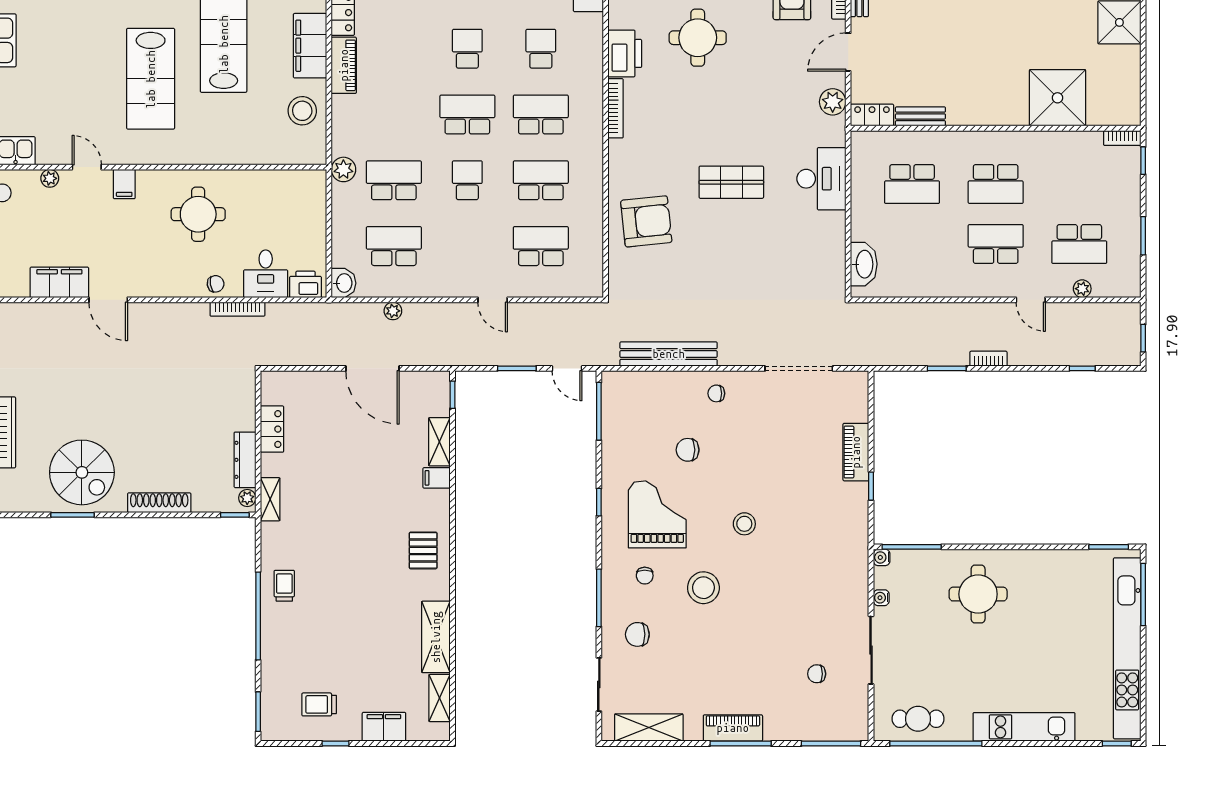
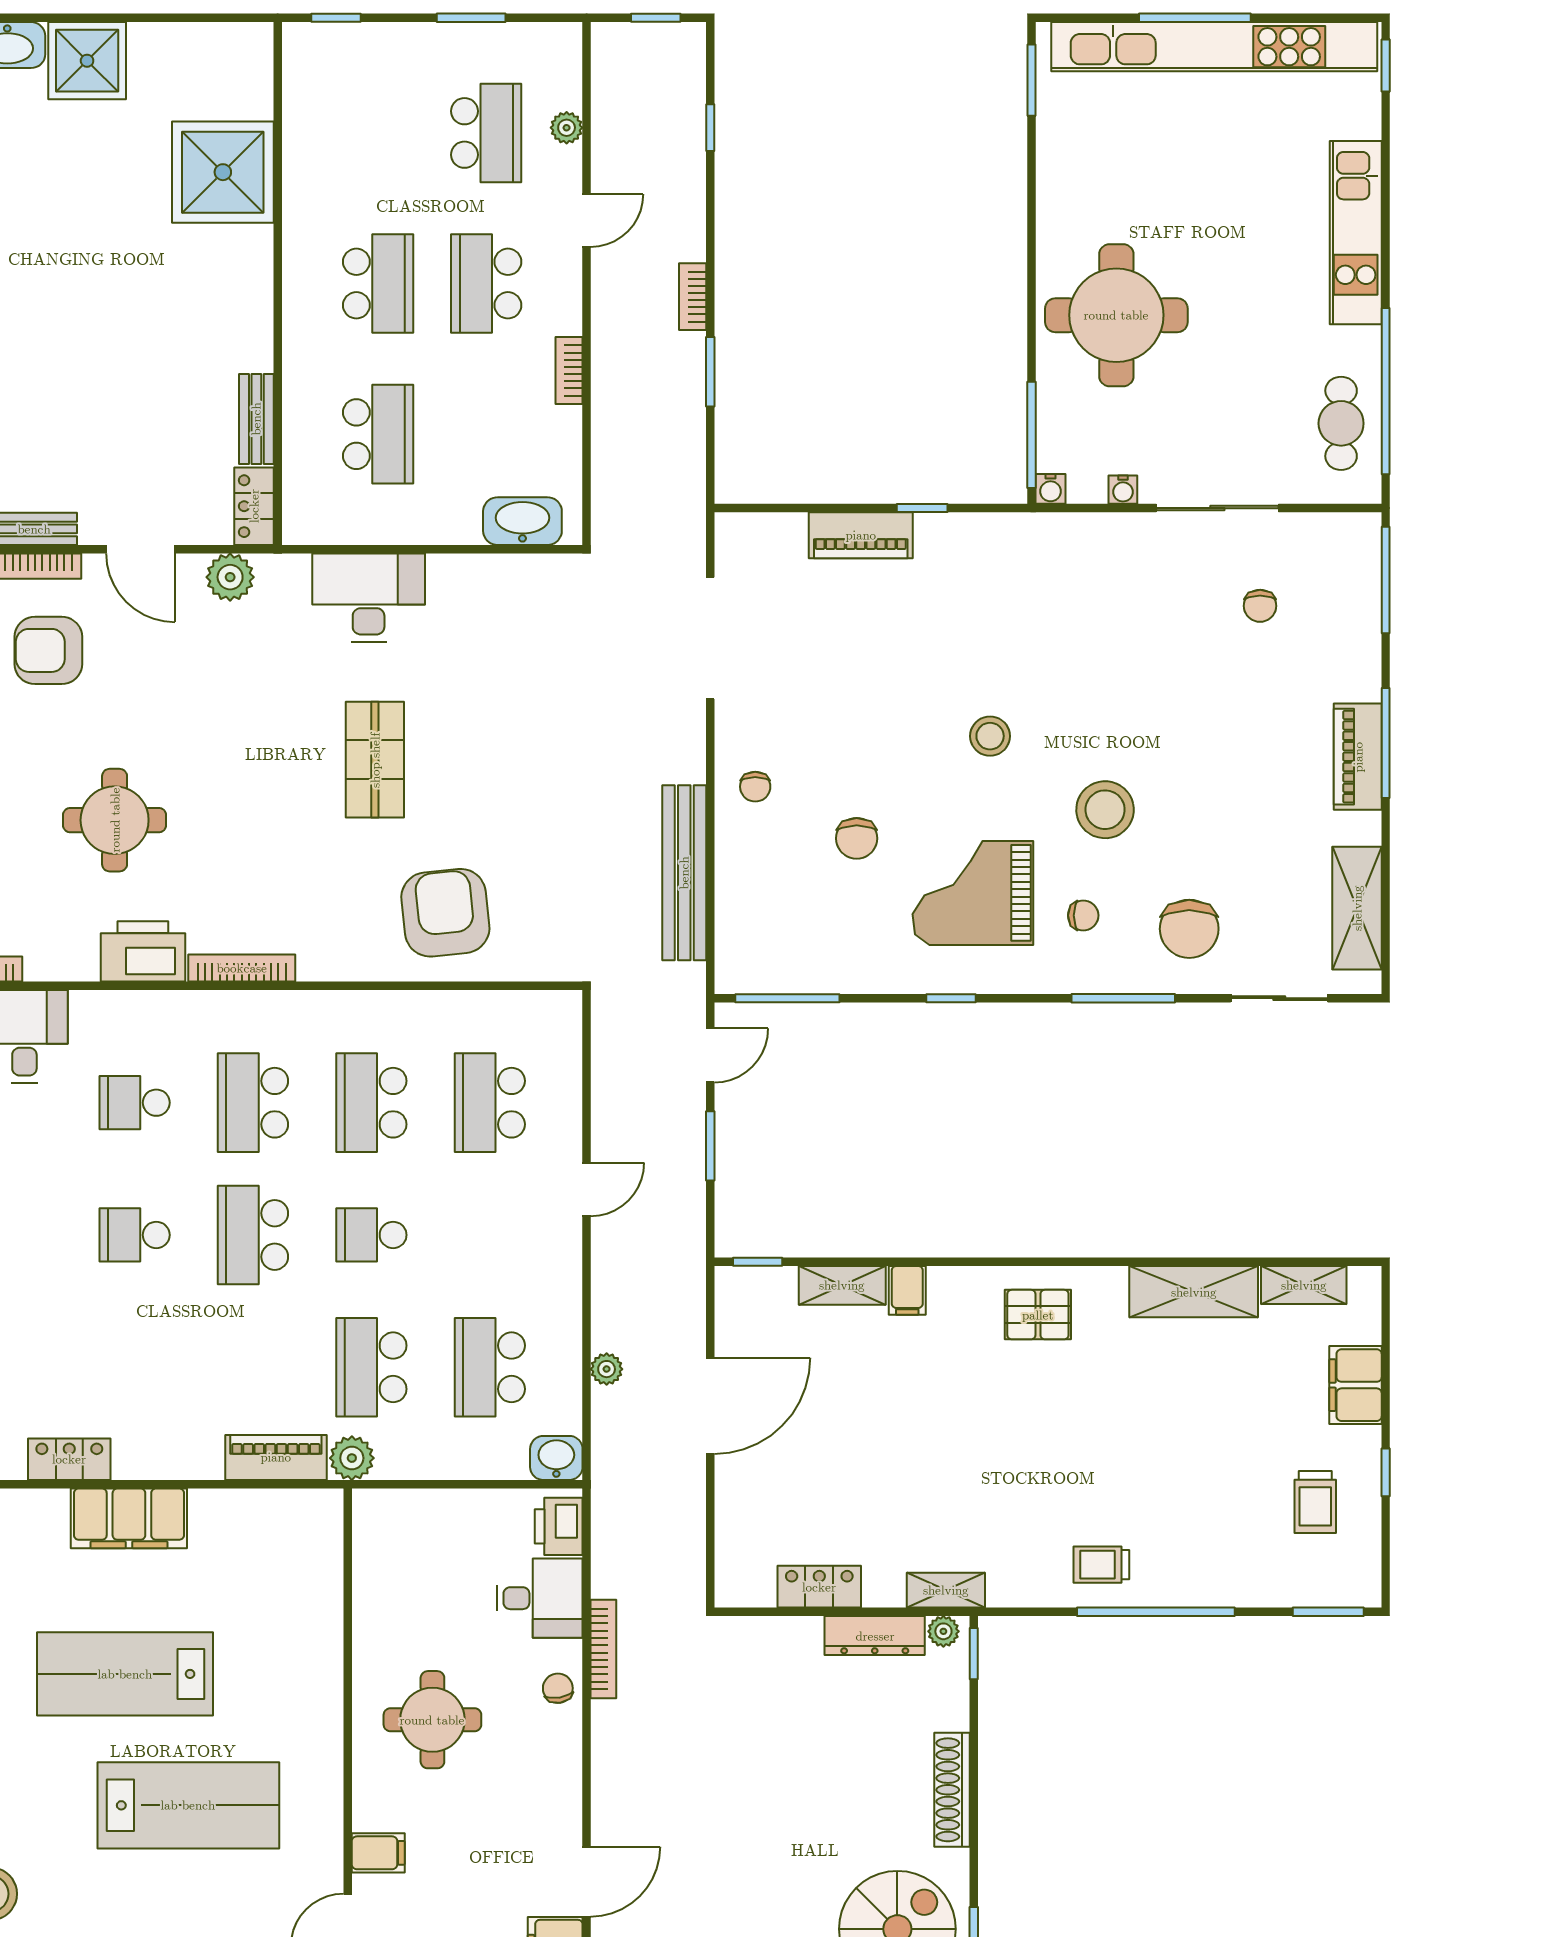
piano: (344, 65) -> (276, 1457), moved
stool: (302, 111) -> (246, 1532), removed
bookcase: (1122, 138) -> (569, 371), moved, turned 180
round table: (978, 594) -> (1116, 315), width x1.36, depth x1.36
window: (1143, 595) -> (1195, 18), moved
chair: (637, 634) -> (1189, 929), width x1.37, depth x1.37

